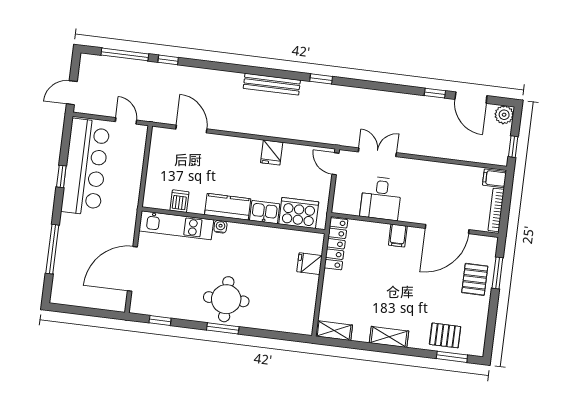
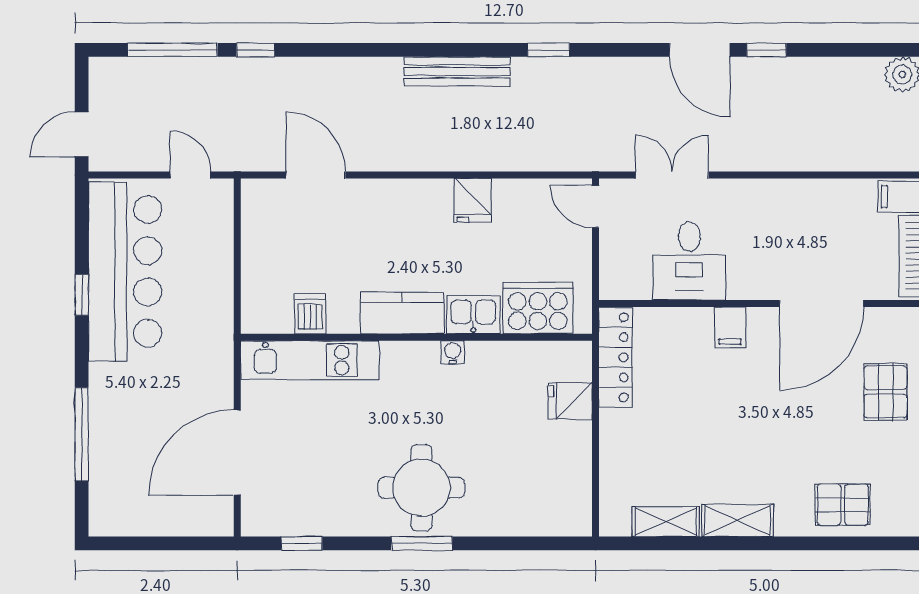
door: (471, 98) -> (700, 50), moved
water cooler: (220, 227) -> (453, 352), moved
shelving: (334, 331) -> (666, 522), moved
window: (452, 357) -> (861, 543), removed

